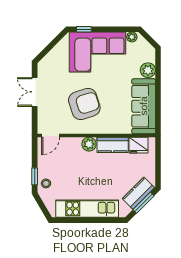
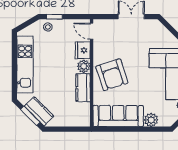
armchair: (84, 104) -> (112, 75), moved
fridge: (138, 145) -> (83, 50), moved

